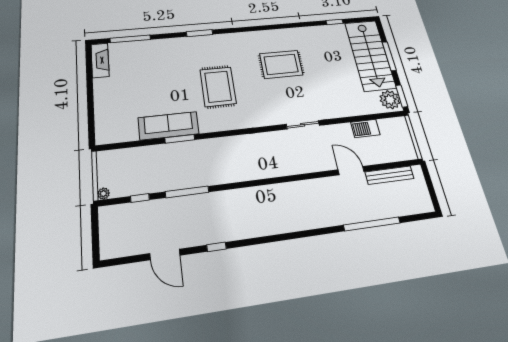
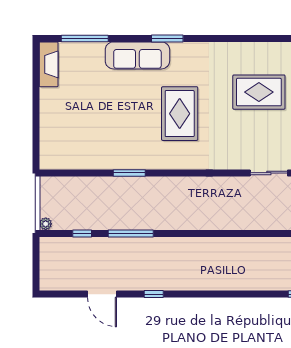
sofa: (169, 126) -> (137, 55), moved, turned 180

